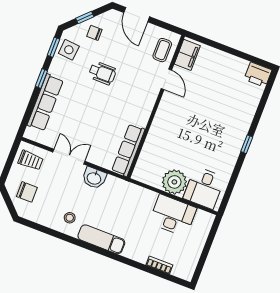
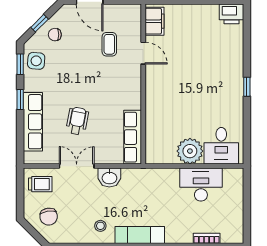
coffee table: (162, 50) -> (109, 44), moved
wheelchair: (102, 73) -> (77, 121), moved, turned -79
chair: (27, 192) -> (49, 217), turned 82

